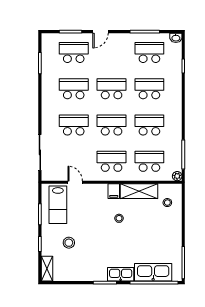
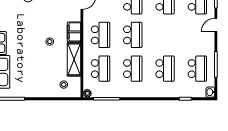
door: (101, 32) -> (216, 25), hinge flipped
school desk: (112, 89) -> (165, 35), removed
filing cabinet: (114, 191) -> (74, 32), width x2.00

